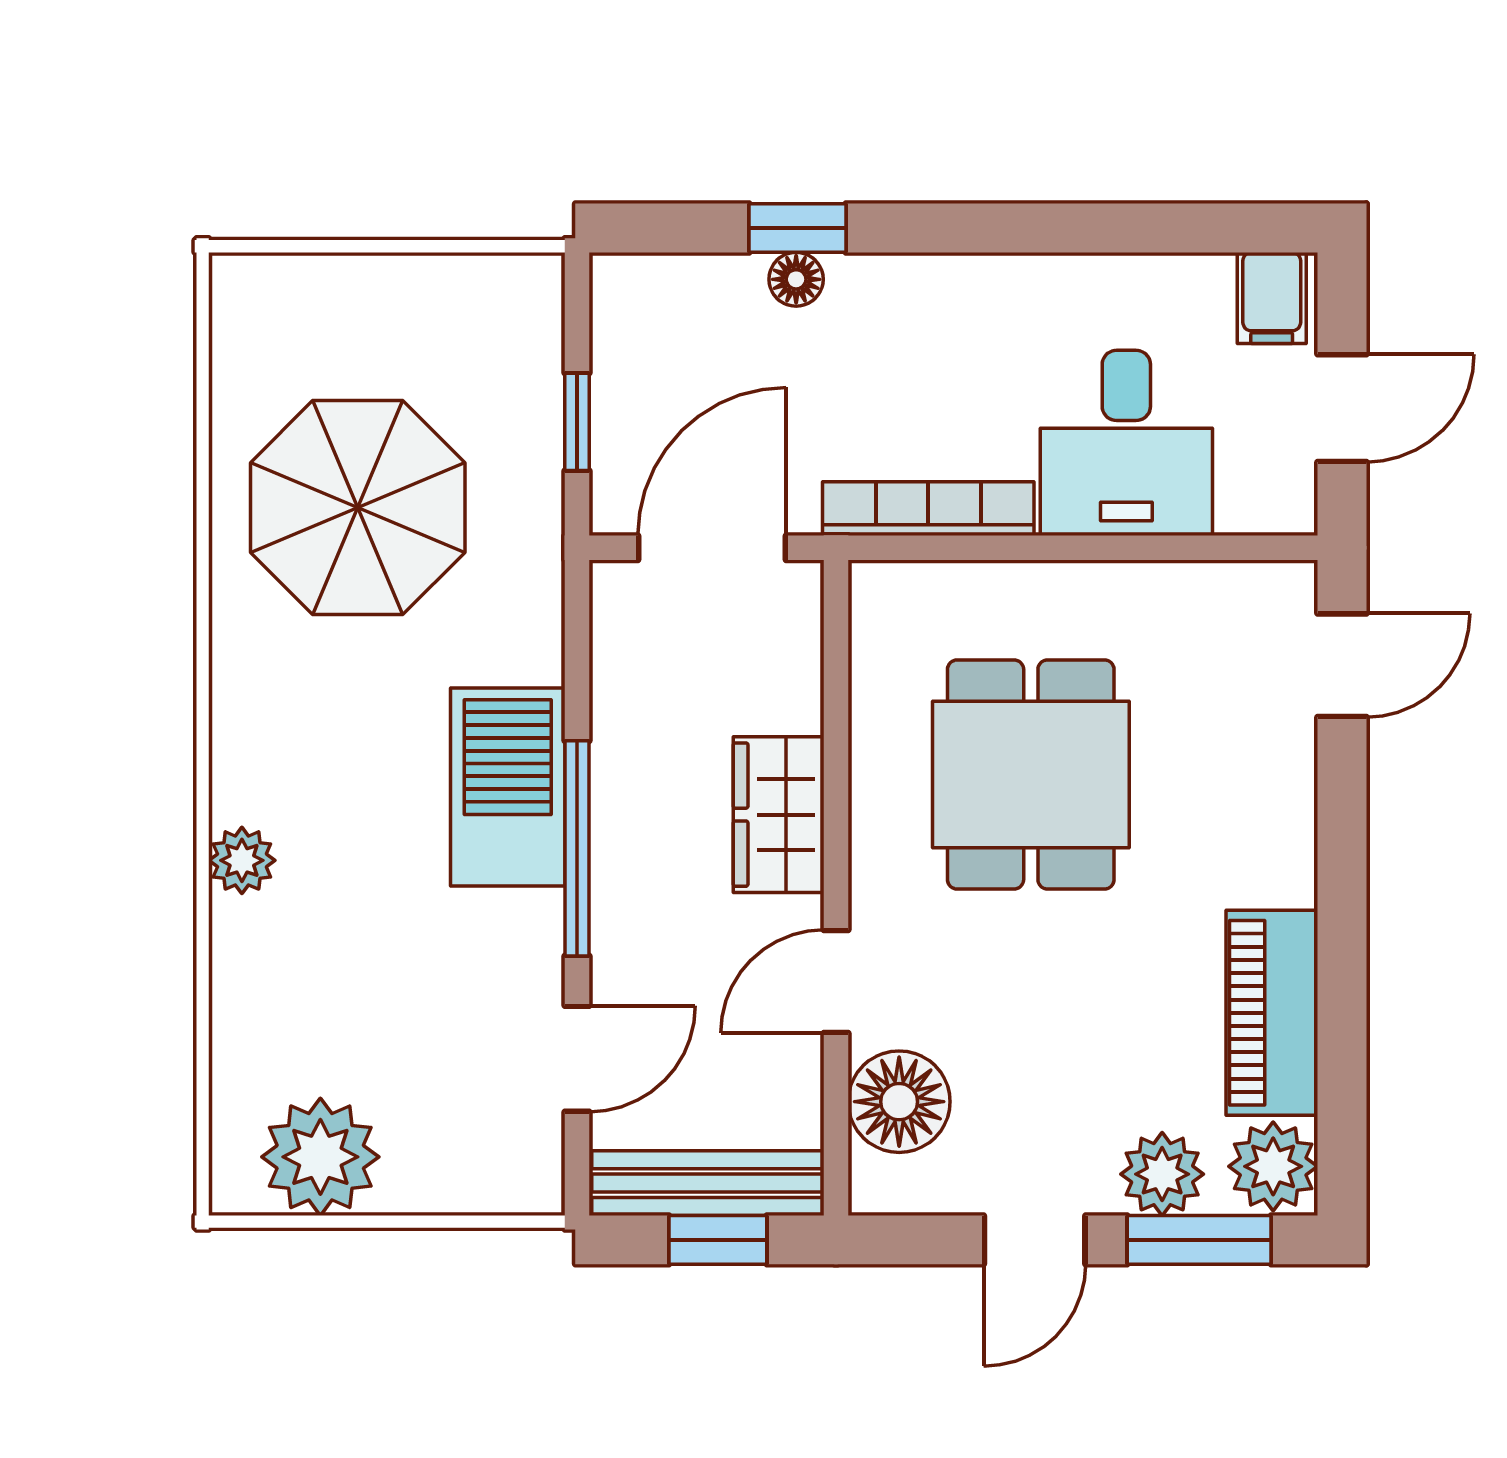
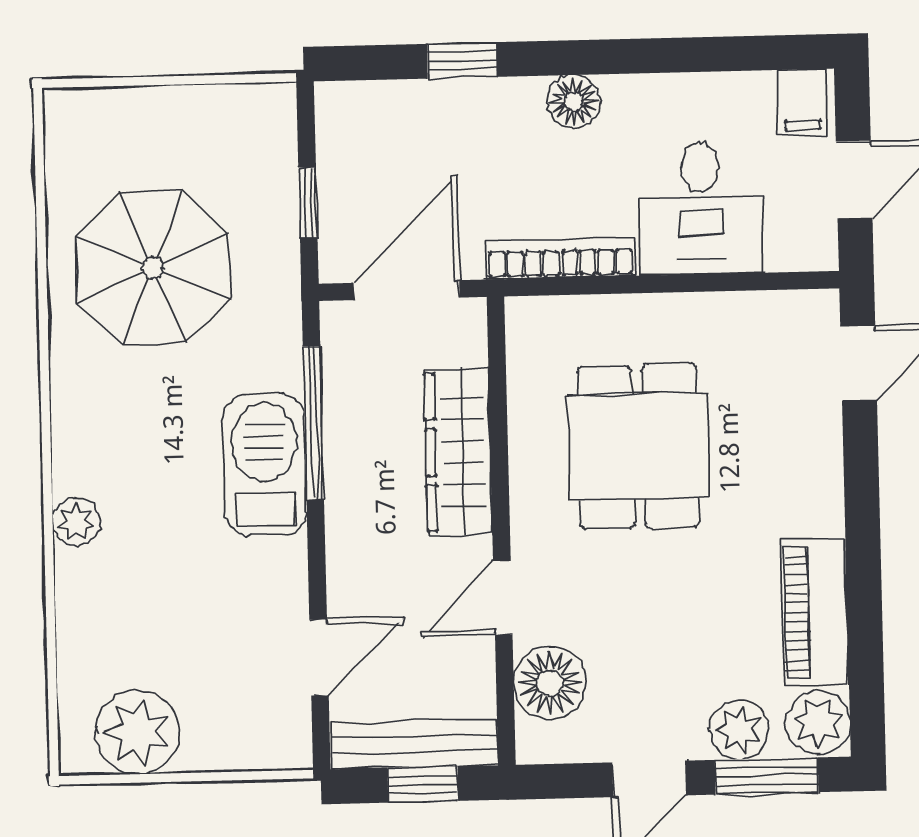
floor lamp: (796, 279) -> (574, 101), moved, width x1.37, depth x1.37
wardrobe: (779, 815) -> (458, 452), width x1.50
window: (577, 848) -> (313, 423), moved

